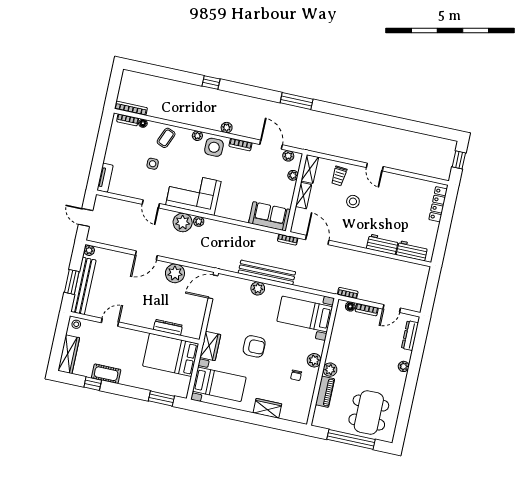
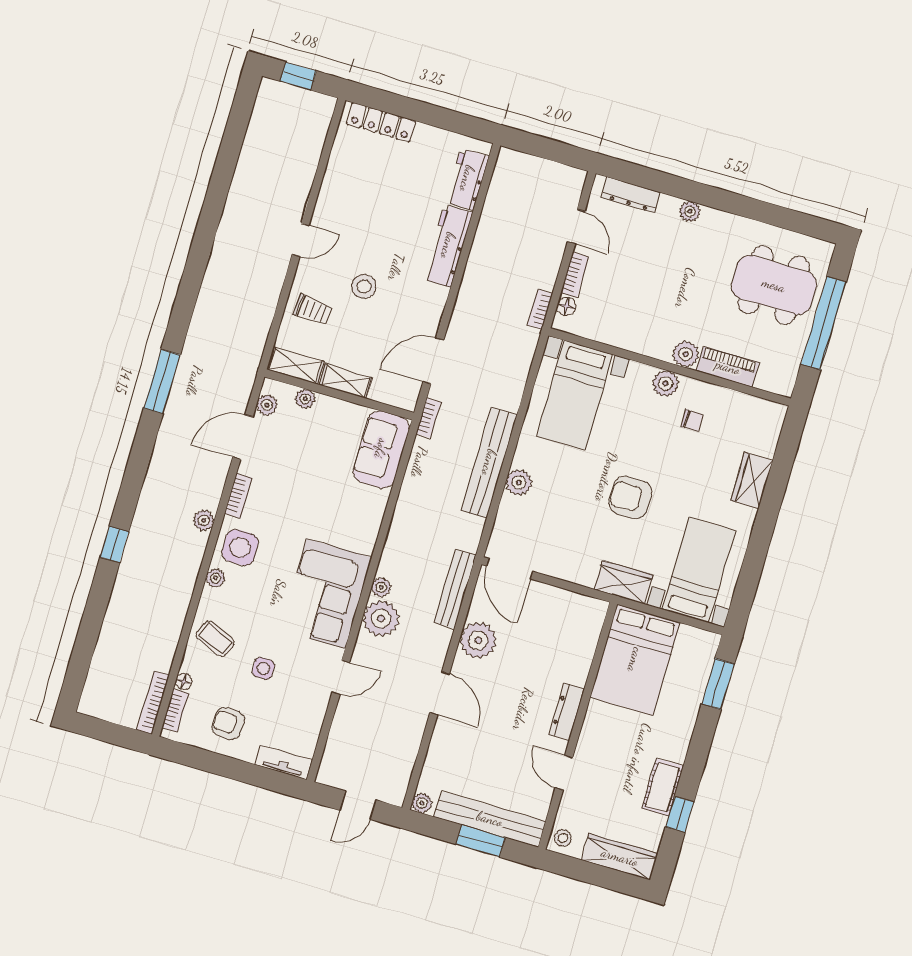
armchair: (123, 148) -> (228, 723), added
workbench: (382, 244) -> (448, 246), width x1.38
bench: (201, 260) -> (455, 589), added
dresser: (168, 327) -> (567, 712), moved
armchair: (254, 346) -> (630, 497), turned -90

